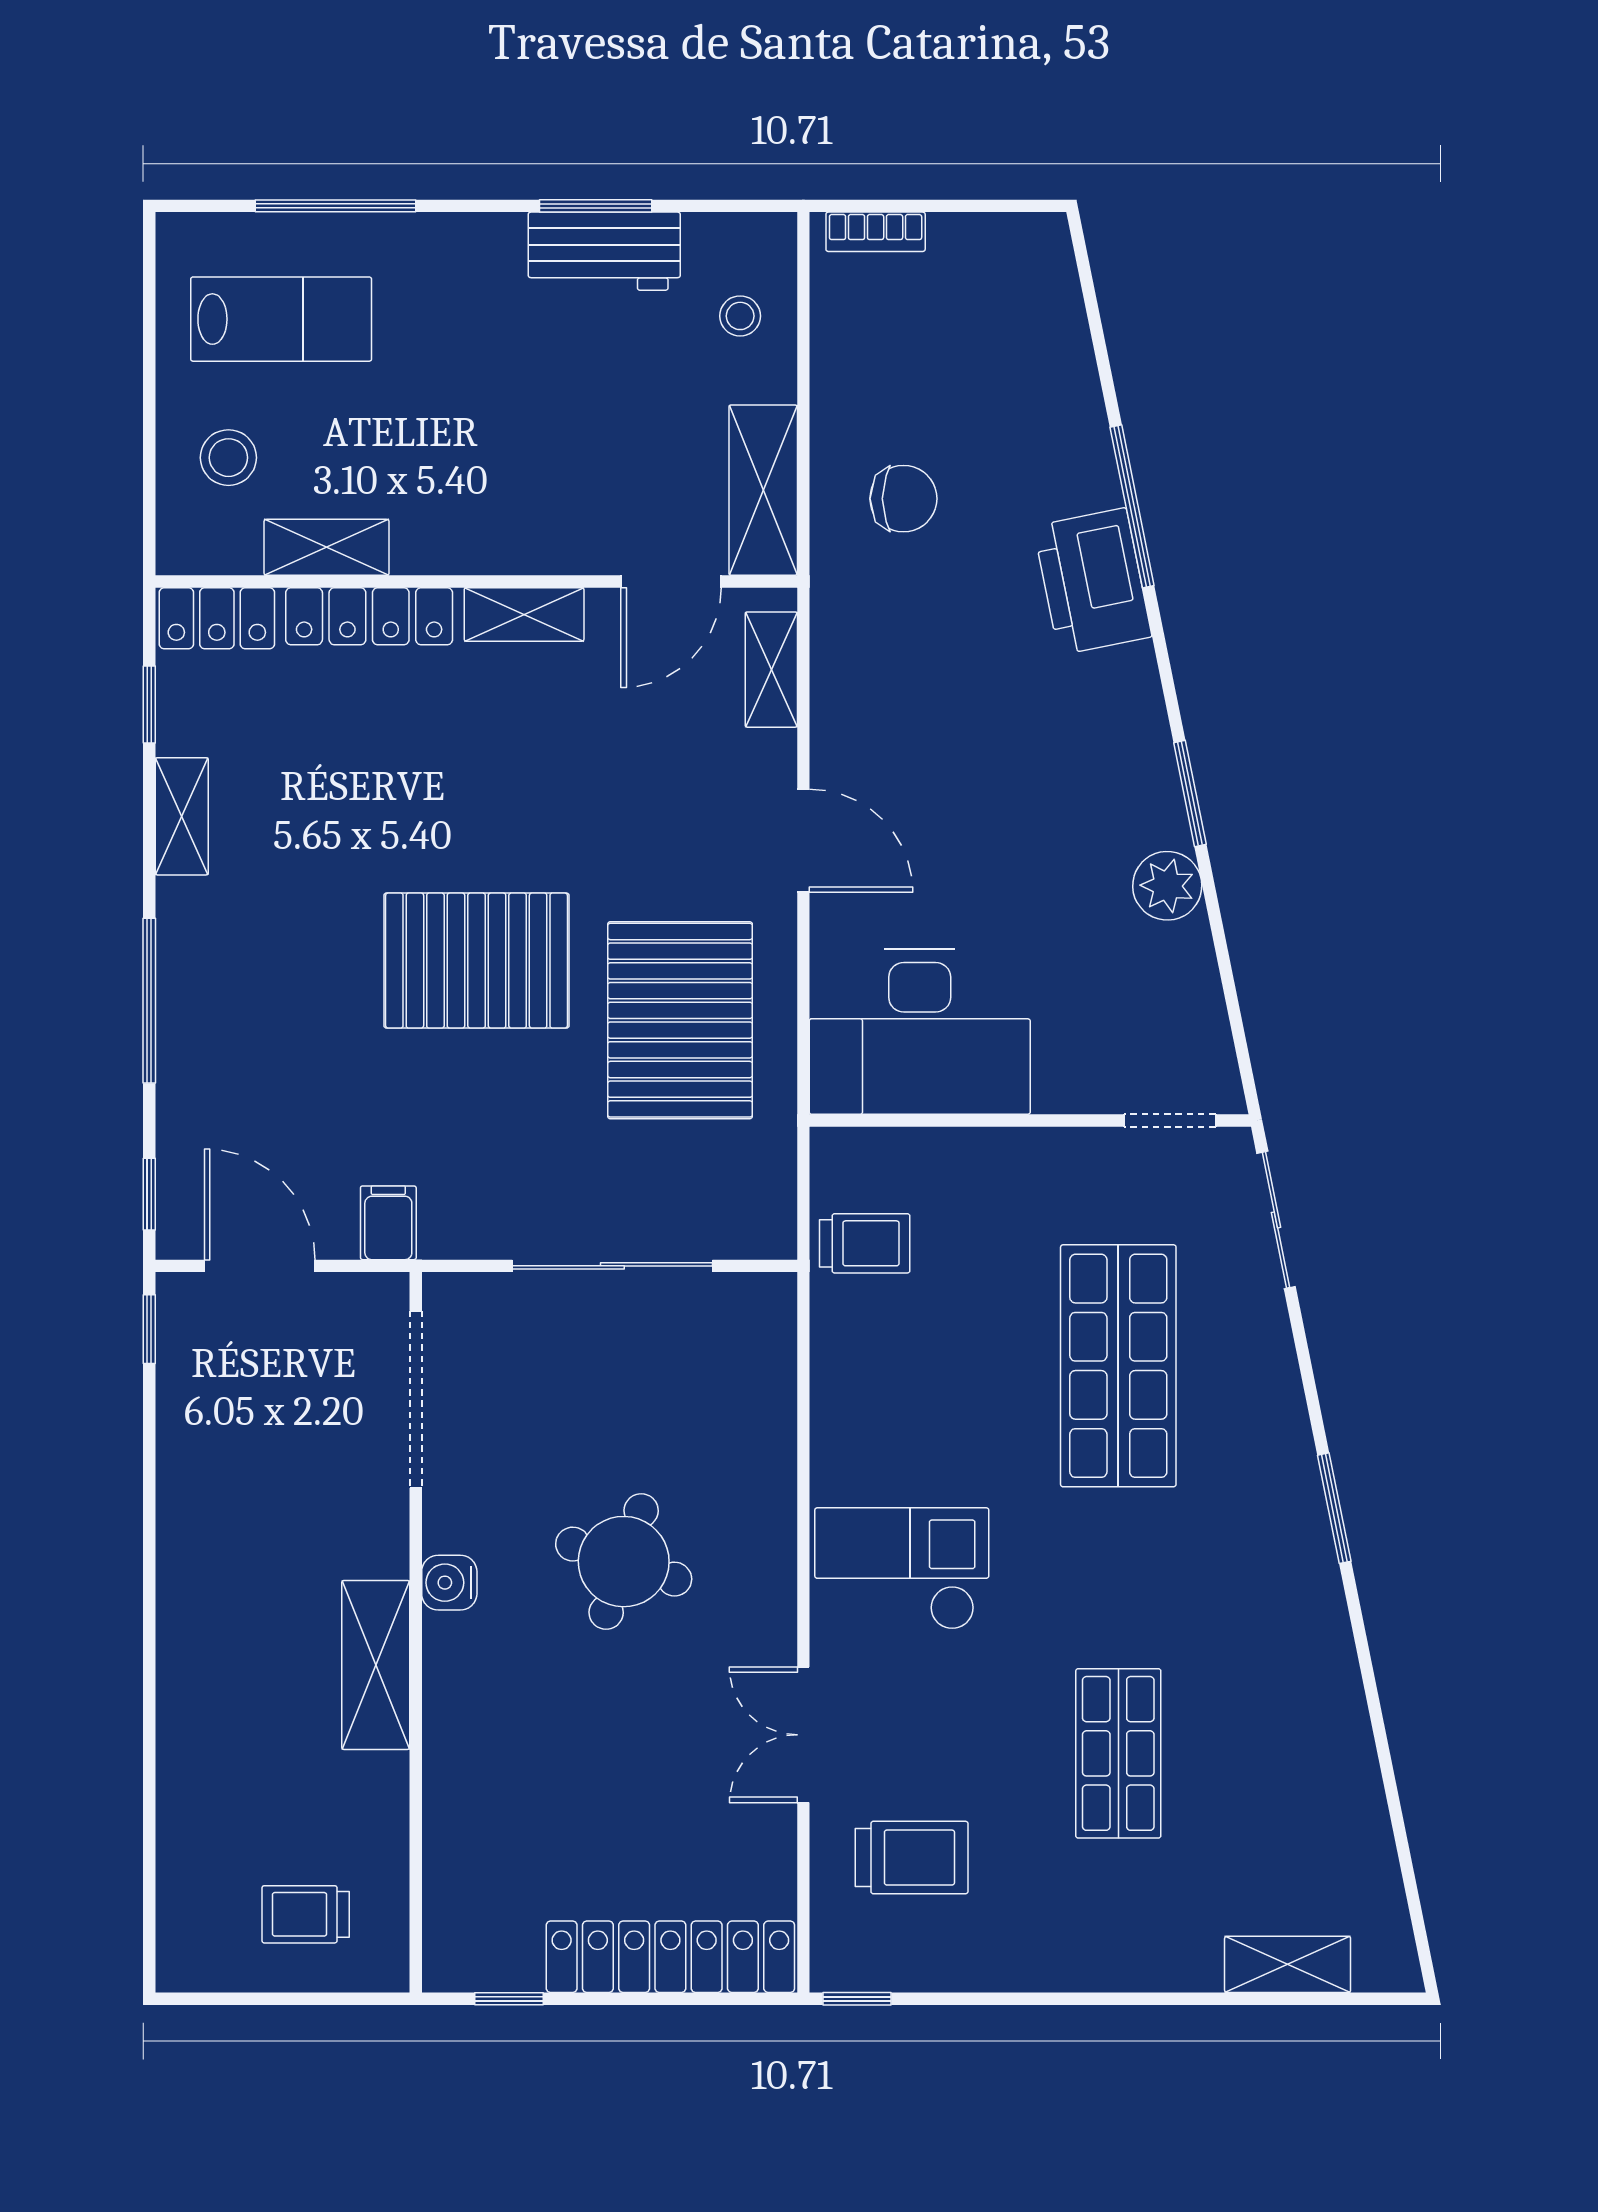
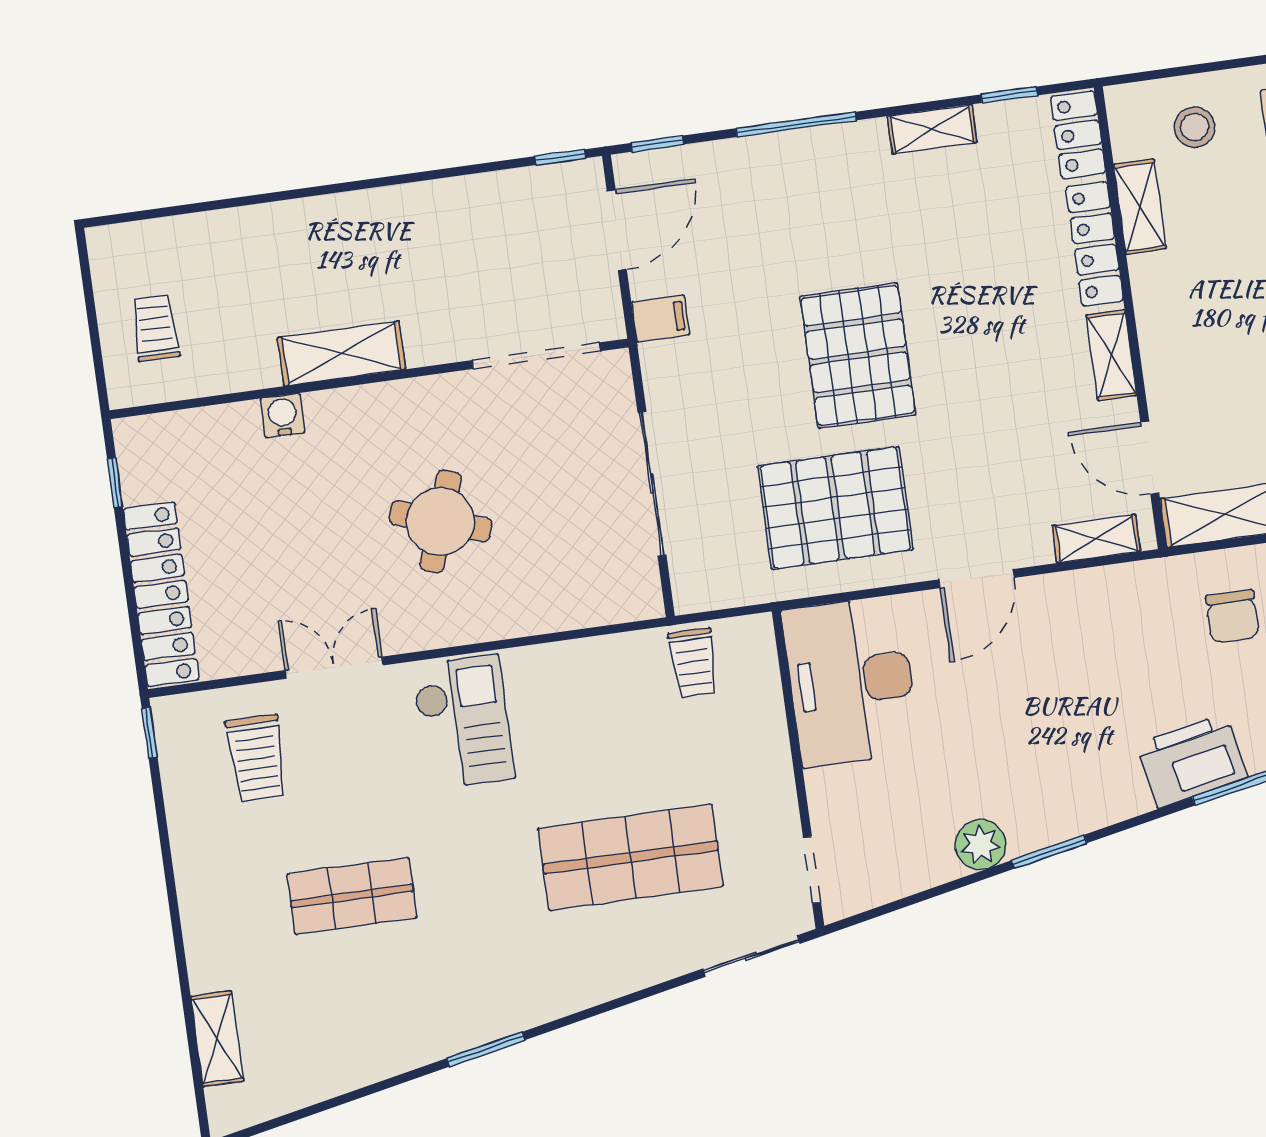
window: (1334, 1508) -> (486, 1049), moved
water cooler: (449, 1583) -> (283, 415), moved

